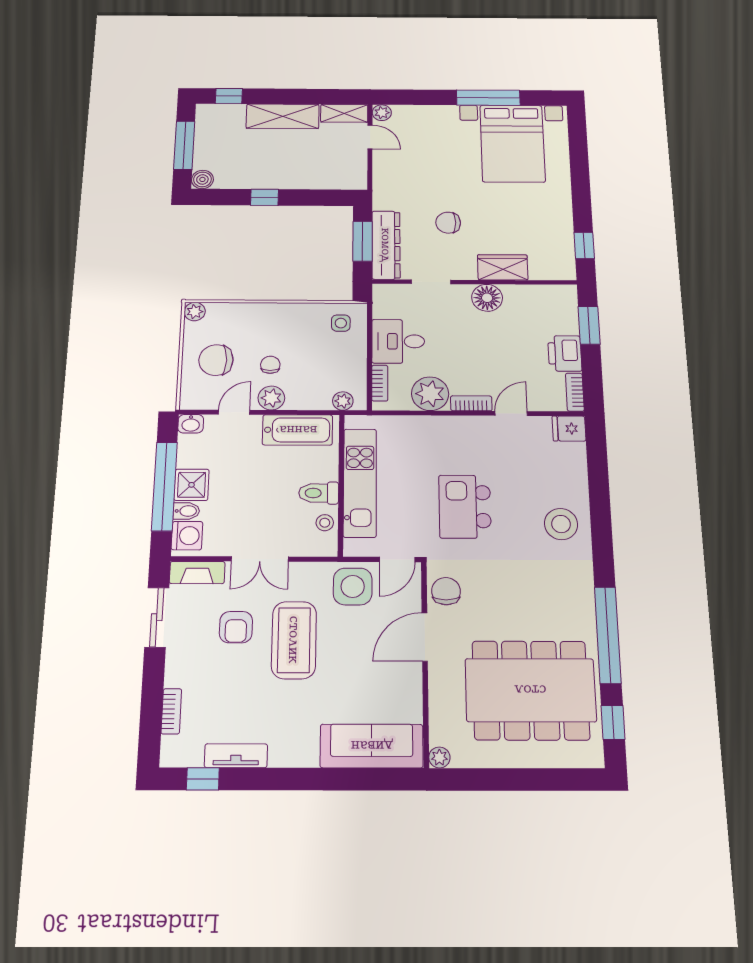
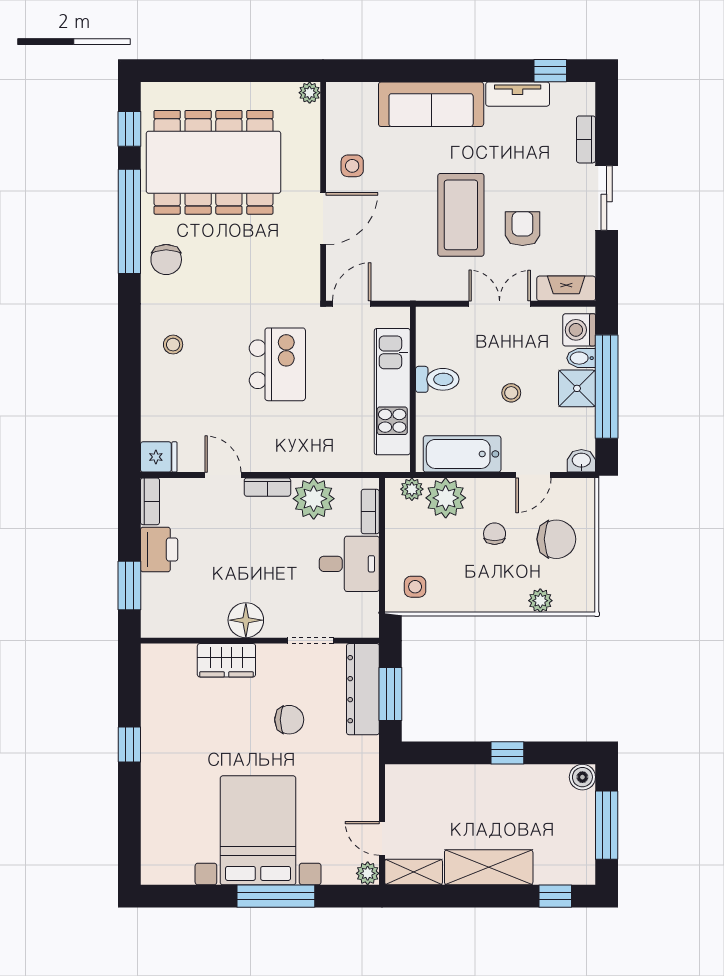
window: (488, 98) -> (276, 896), moved
bed with nightstands: (512, 143) -> (258, 830), moved
window: (584, 245) -> (129, 744), moved
plant: (195, 312) -> (540, 601), moved
chair: (270, 365) -> (495, 534), turned 180
plant: (271, 398) -> (446, 498), moved, width x1.36, depth x1.36
door: (511, 413) -> (223, 475), swing flipped
stool: (325, 523) -> (511, 393), moved
stool: (561, 524) -> (173, 345), width x0.53, depth x0.53
side table: (353, 586) -> (352, 166), moved, width x0.54, depth x0.54
chair: (446, 591) -> (166, 260), moved
sliding door: (157, 617) -> (607, 198), moved
sofa: (372, 746) -> (431, 104), moved

